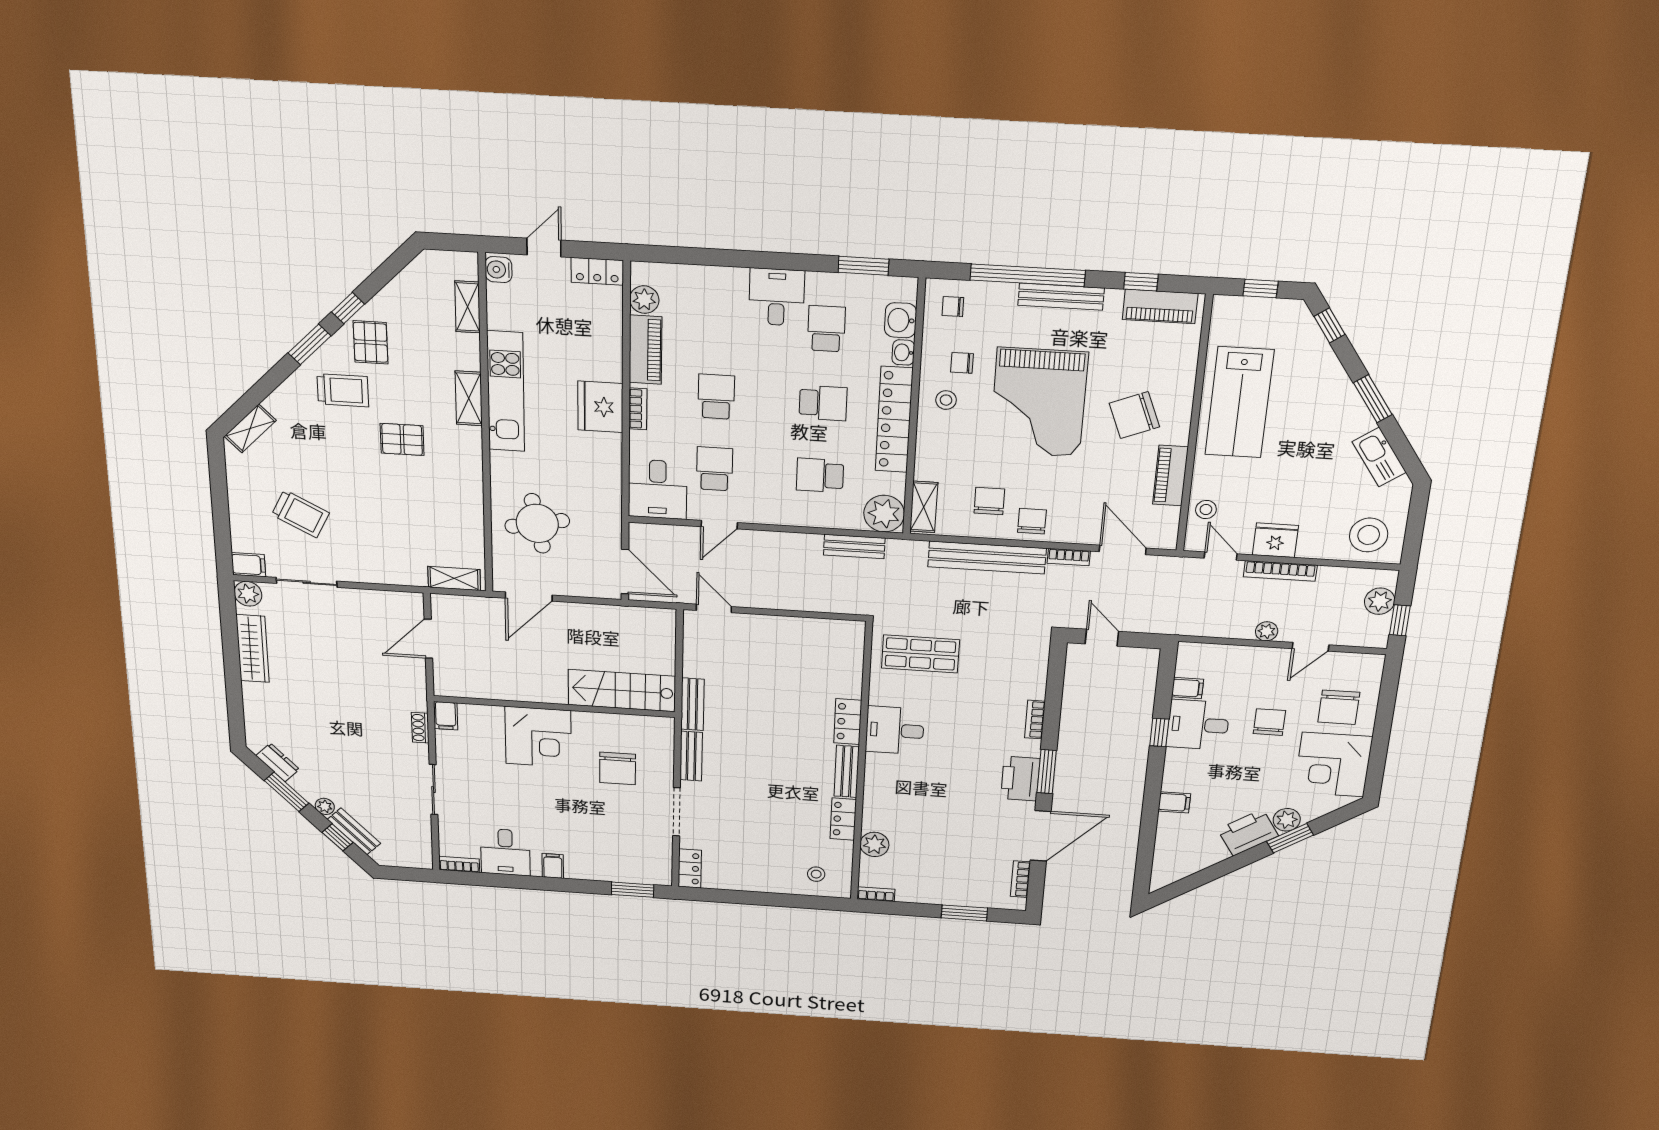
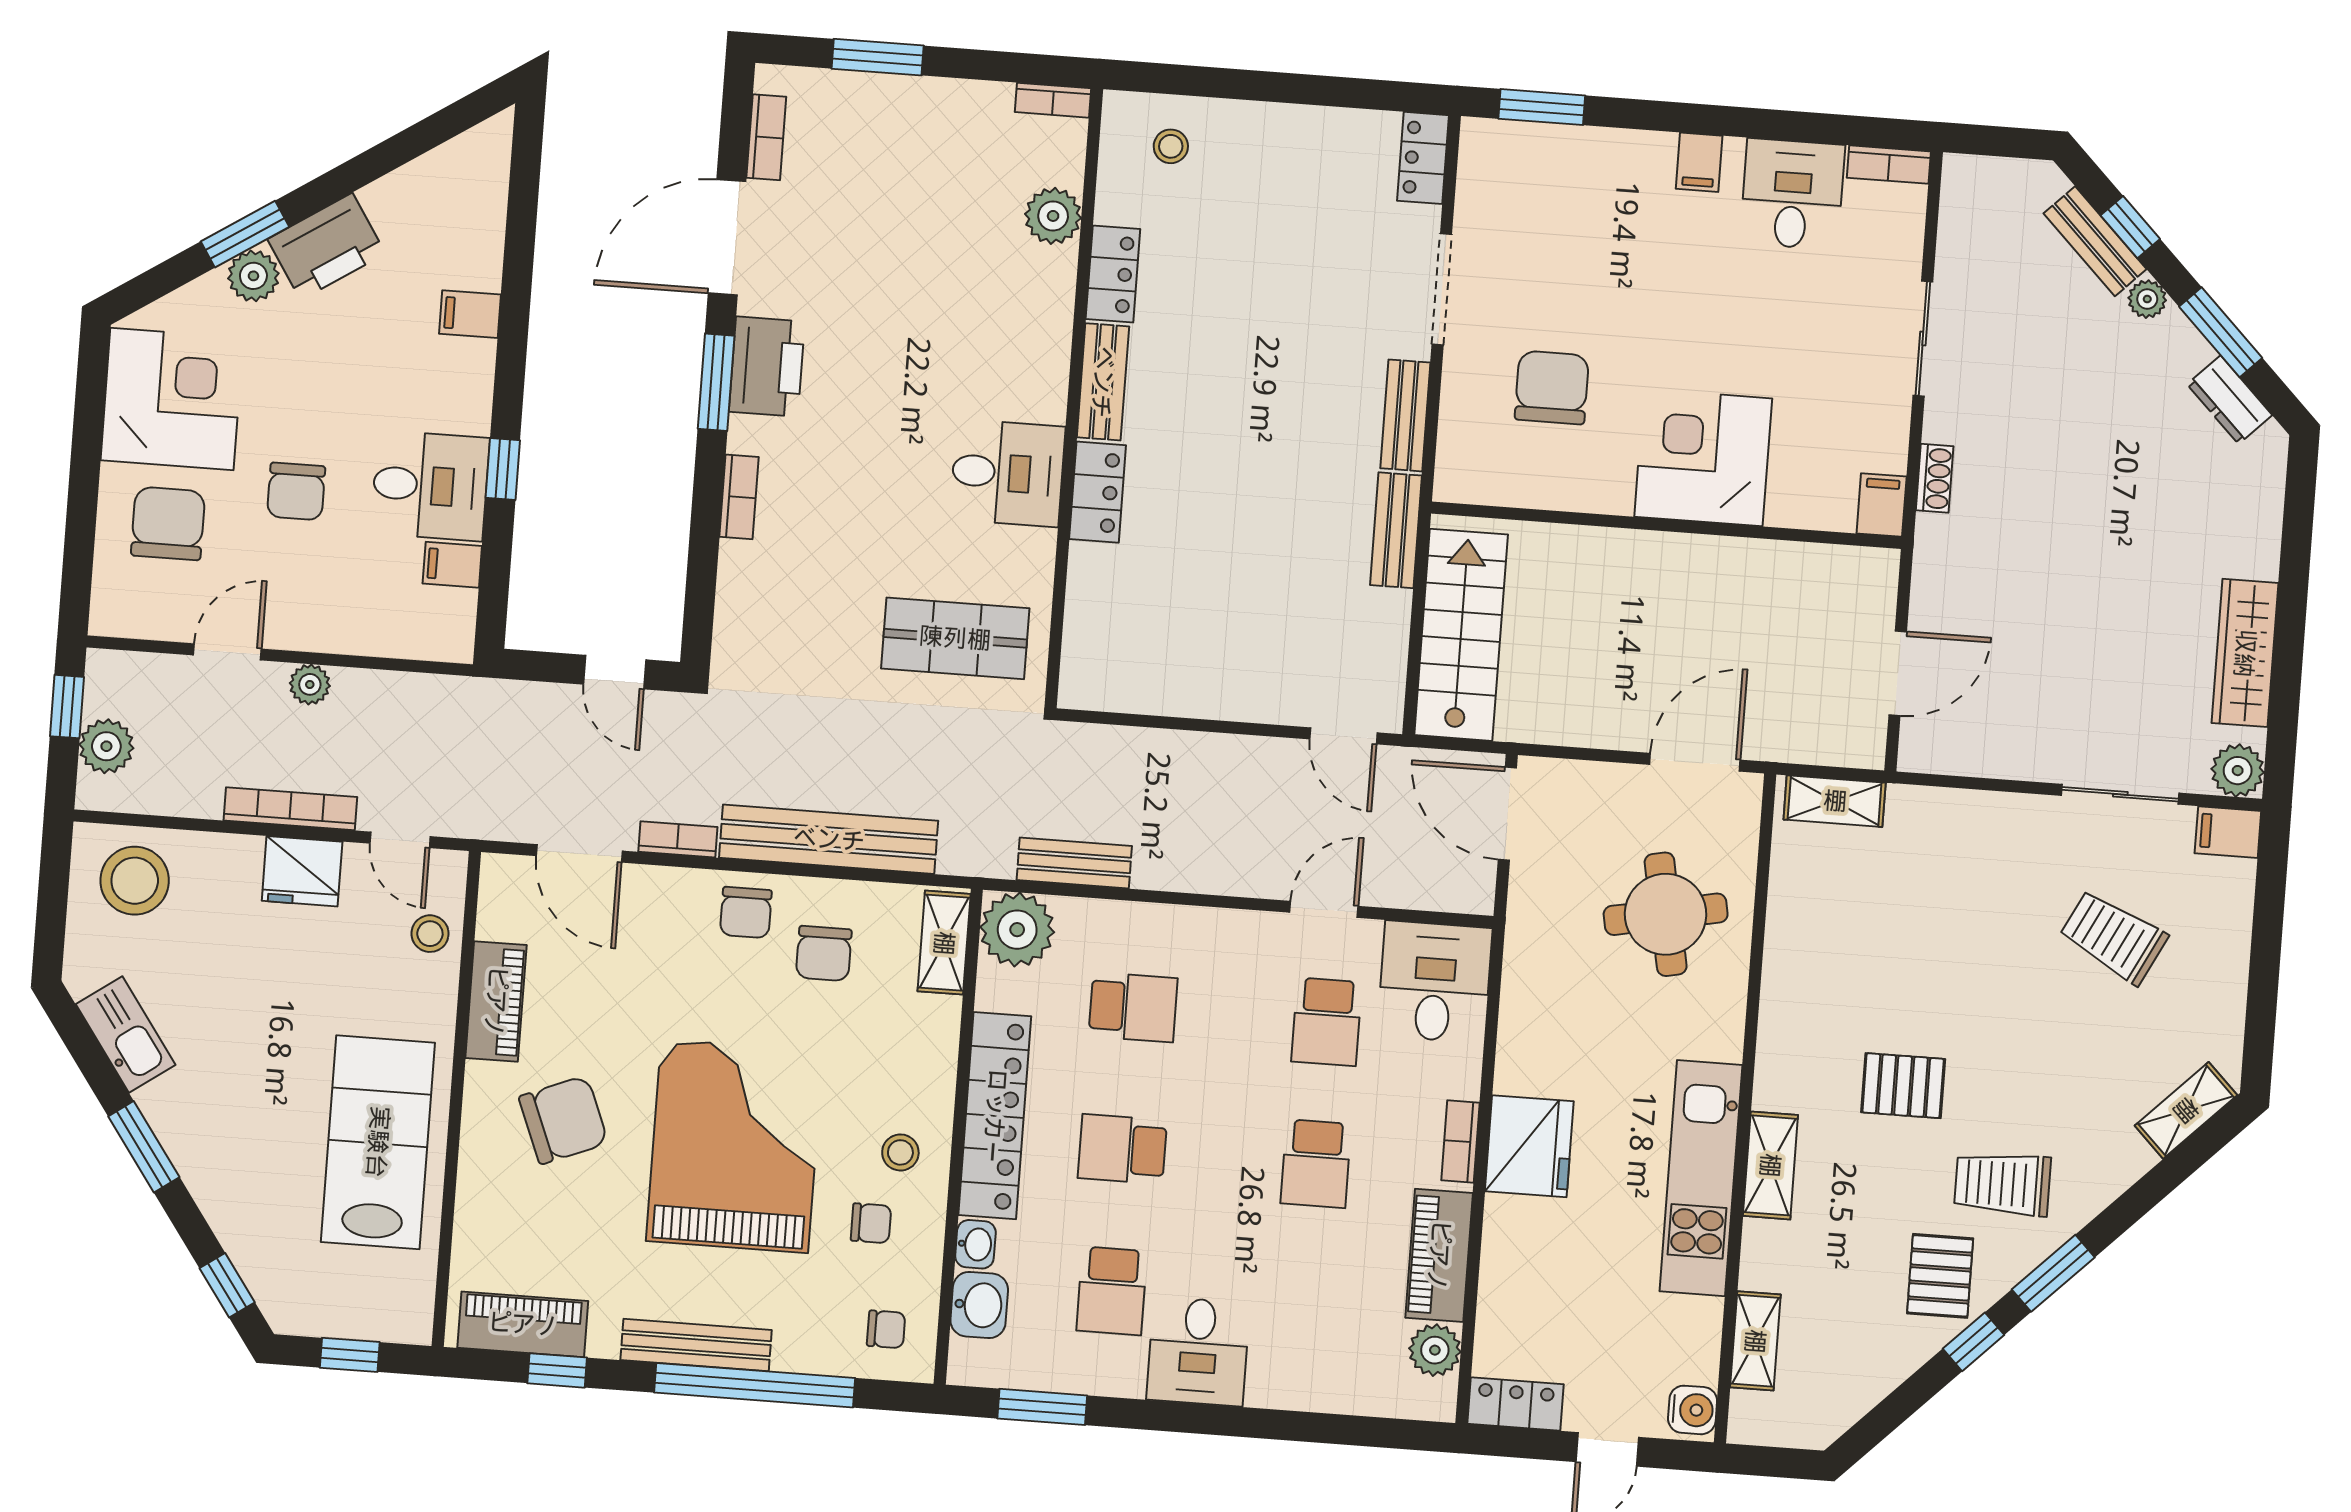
stairs: (622, 691) -> (1461, 635), moved, turned -90

